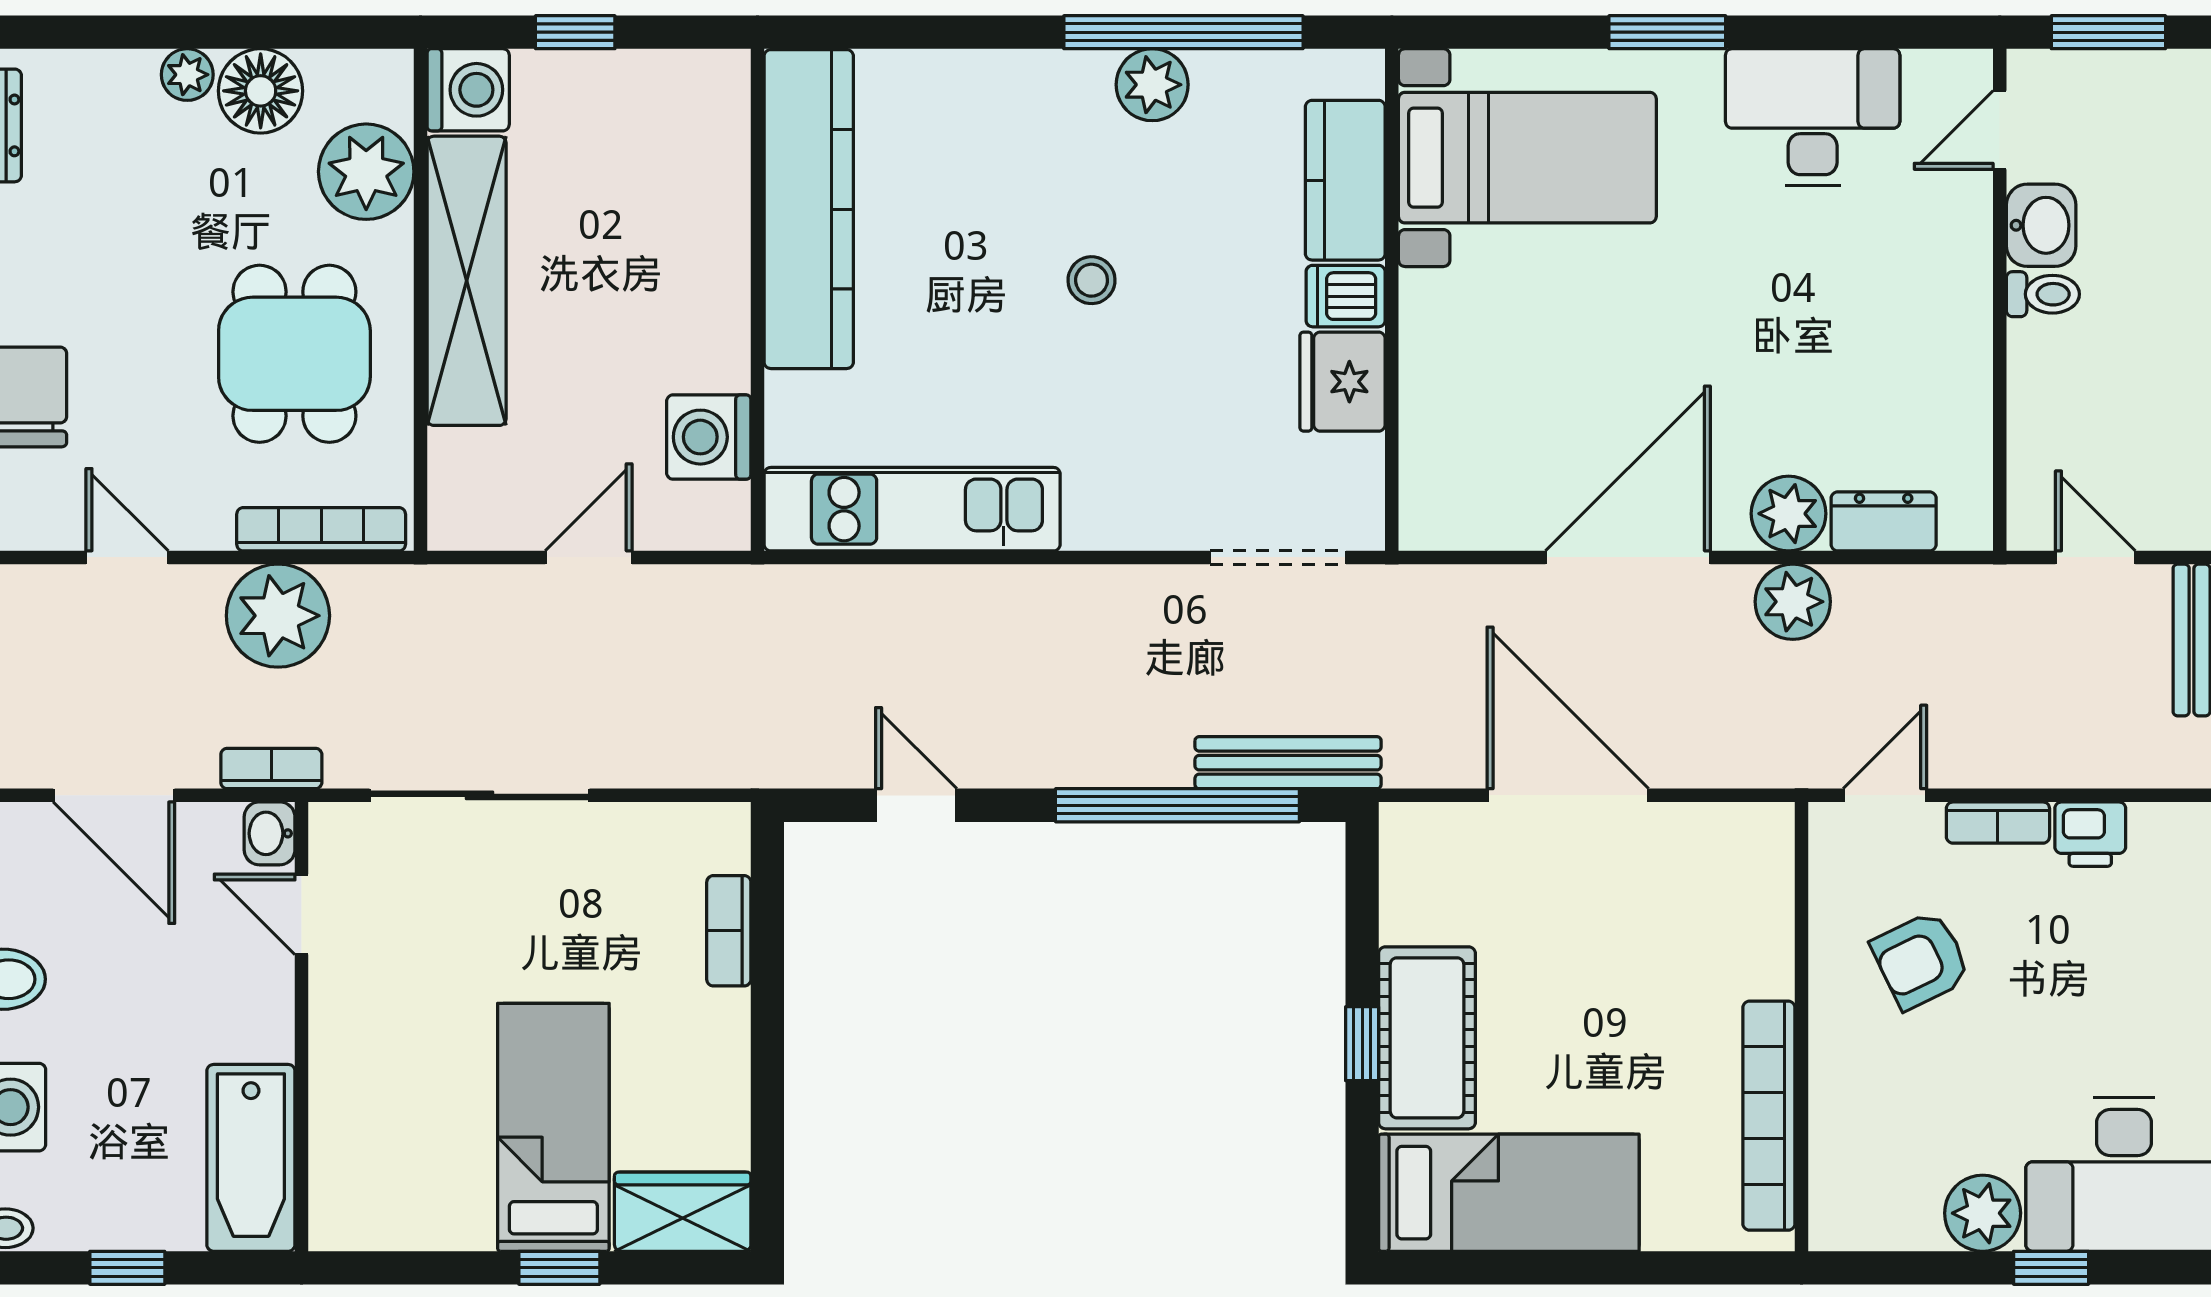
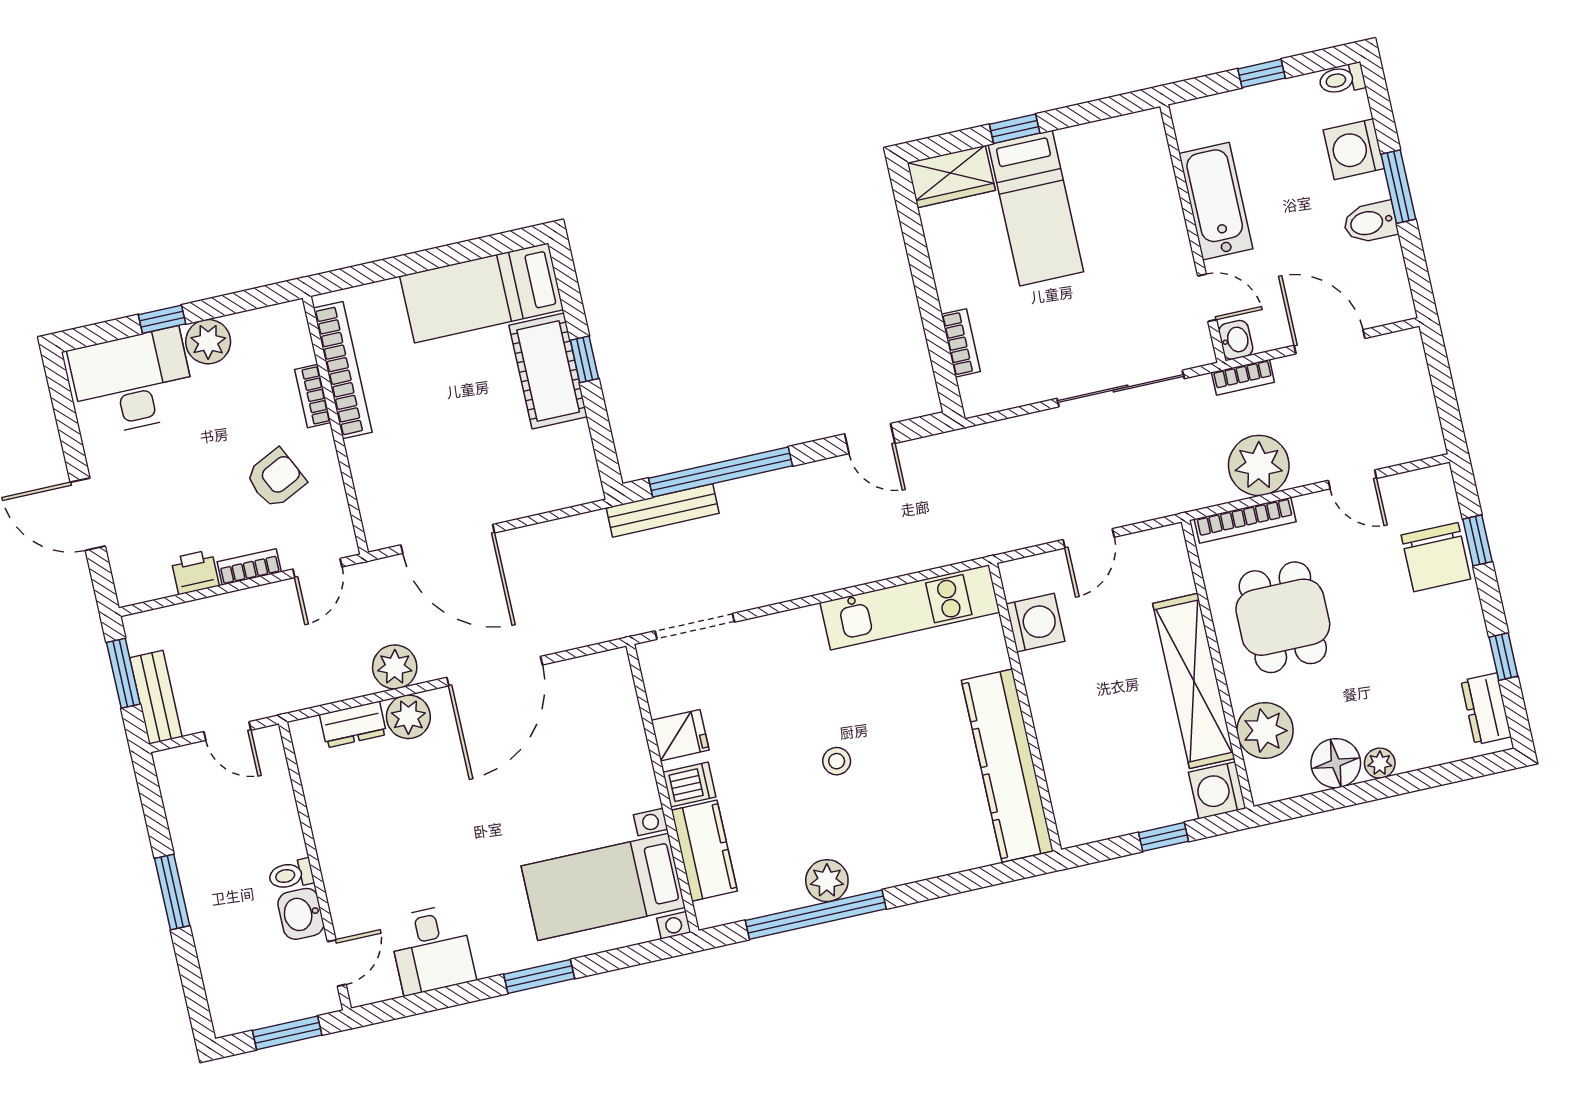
desk: (1813, 117) -> (432, 949), width x0.73
fridge: (1343, 382) -> (680, 735), width x0.72
door: (1568, 795) -> (448, 539), moved
bookcase: (1829, 1084) -> (313, 396), added
bathtub: (251, 1158) -> (1216, 201), moved

